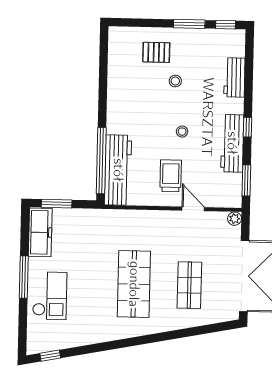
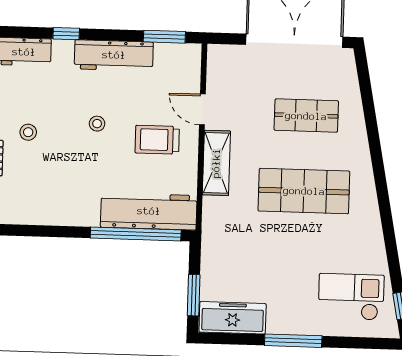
window: (248, 127) -> (66, 34), moved
door: (193, 209) -> (202, 109), hinge flipped
shelving: (154, 219) -> (216, 163), added
plant: (235, 219) -> (216, 53), removed
checkout: (50, 296) -> (351, 297), moved

